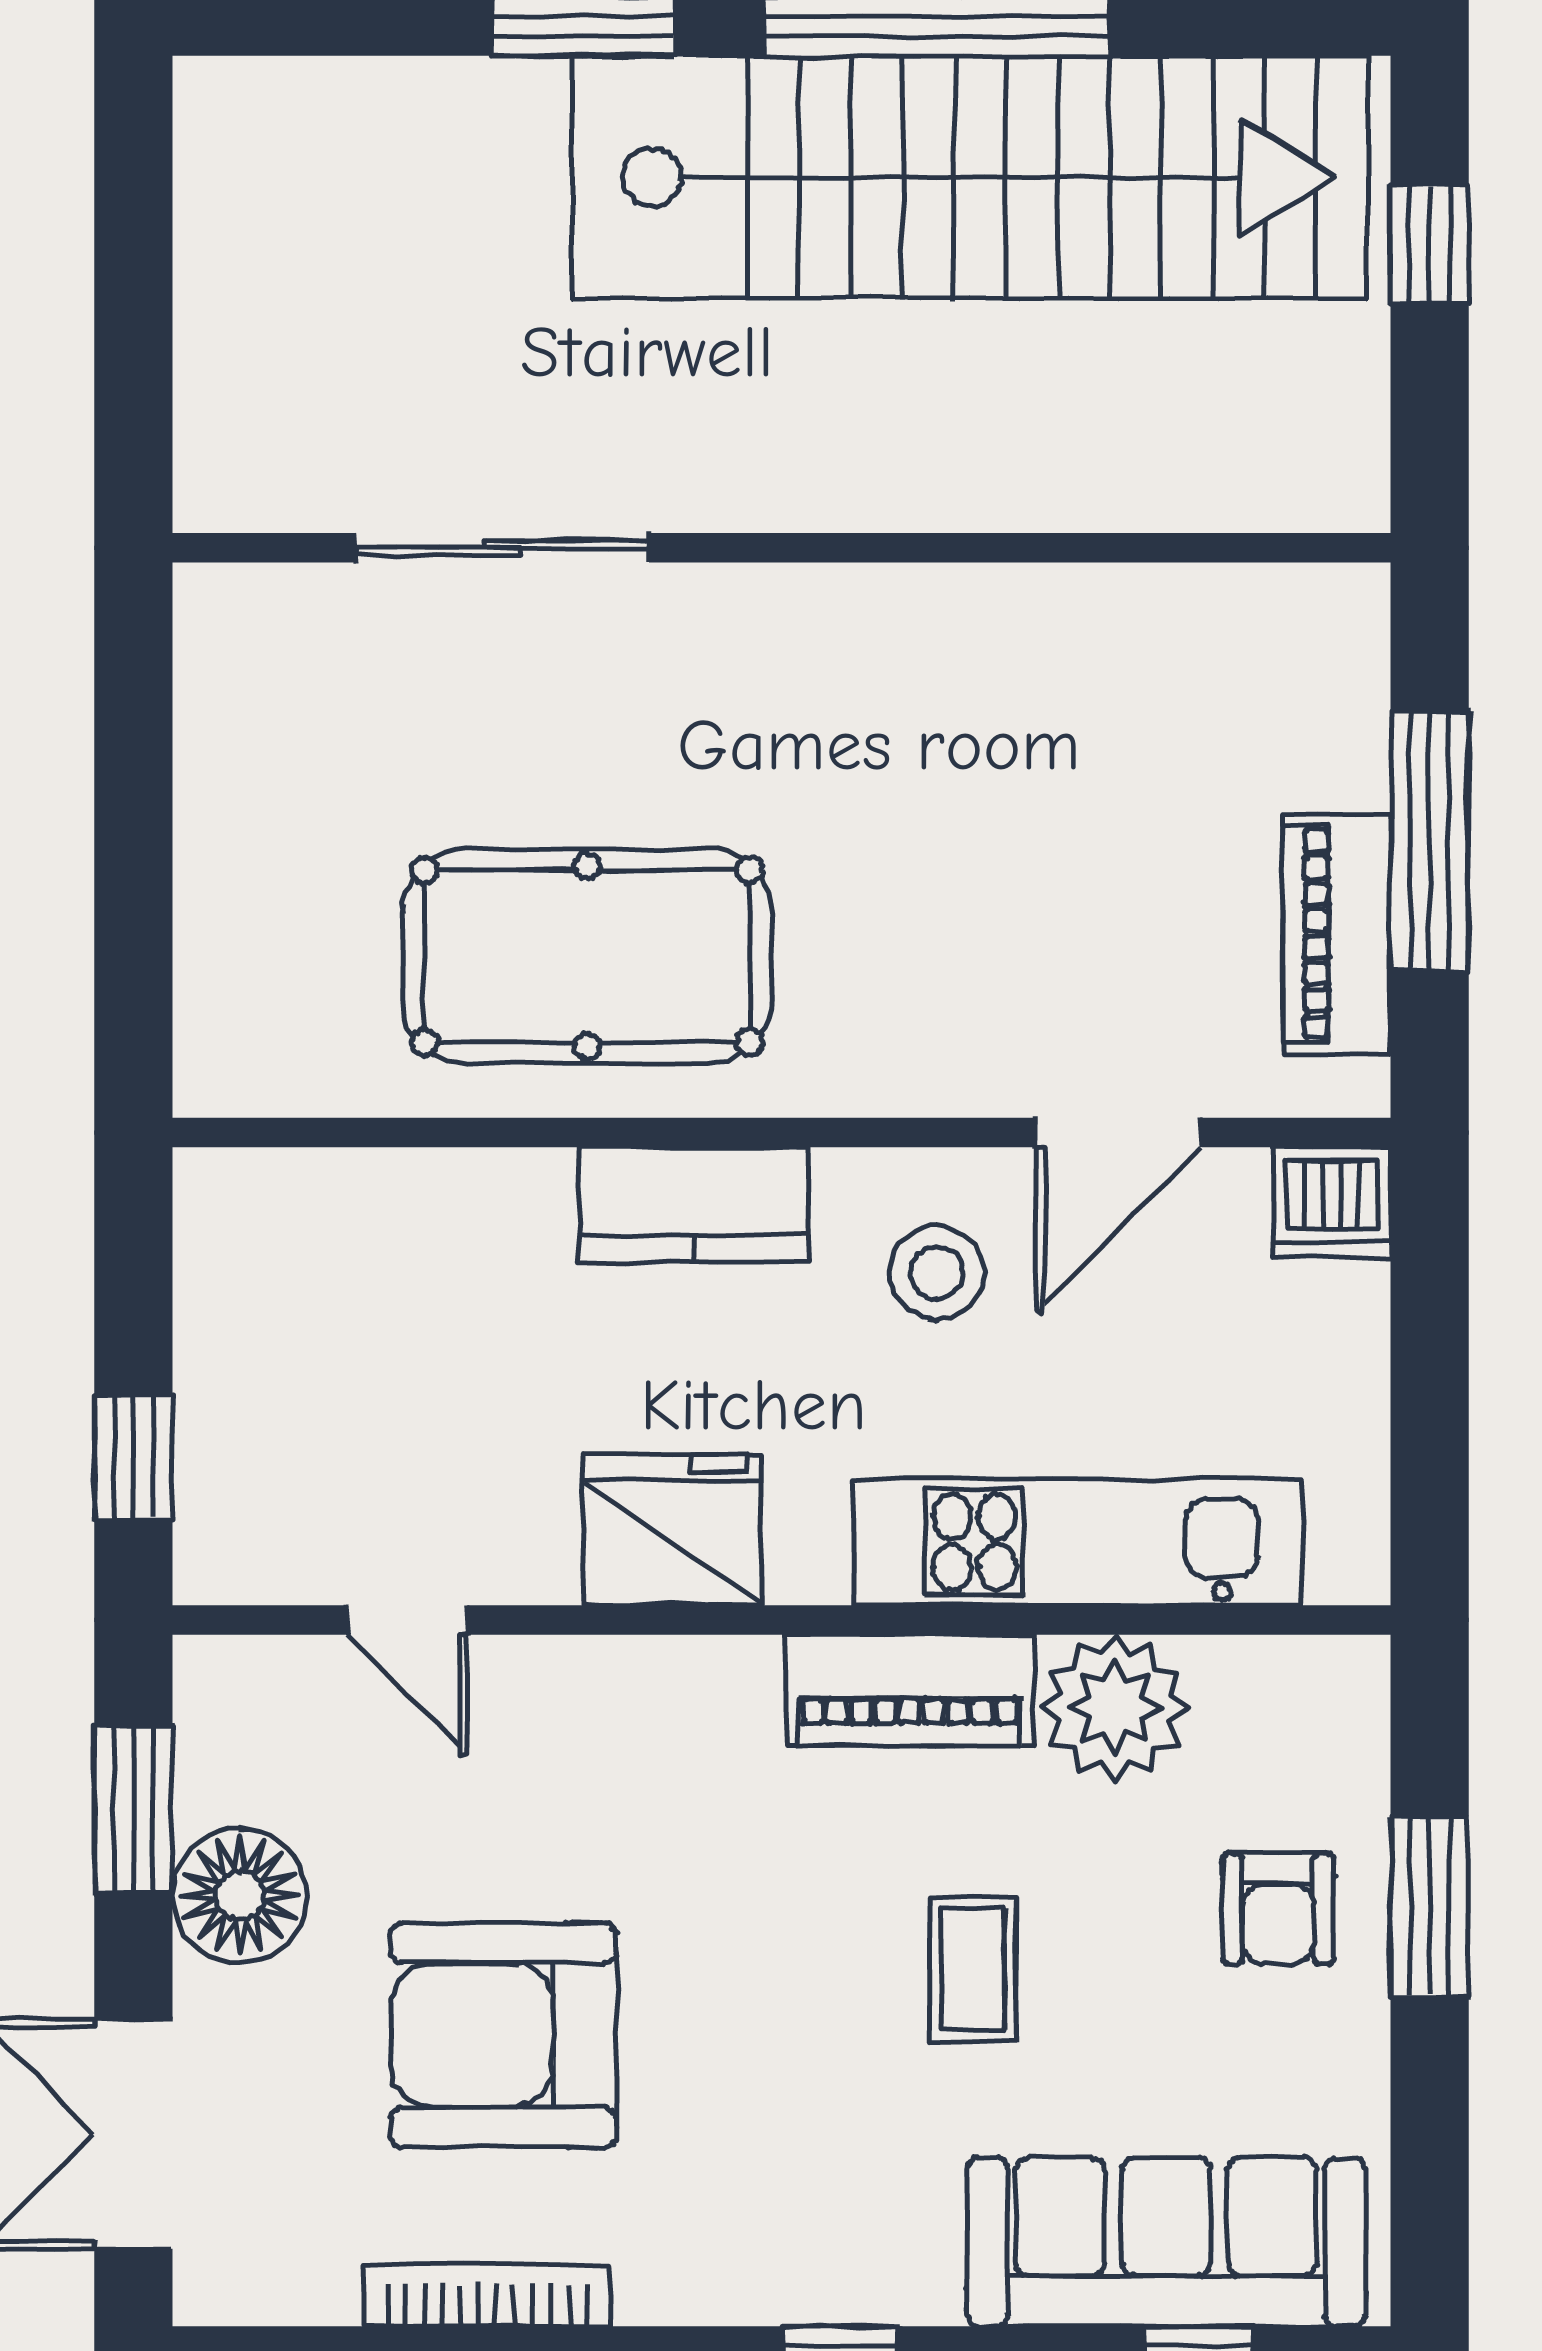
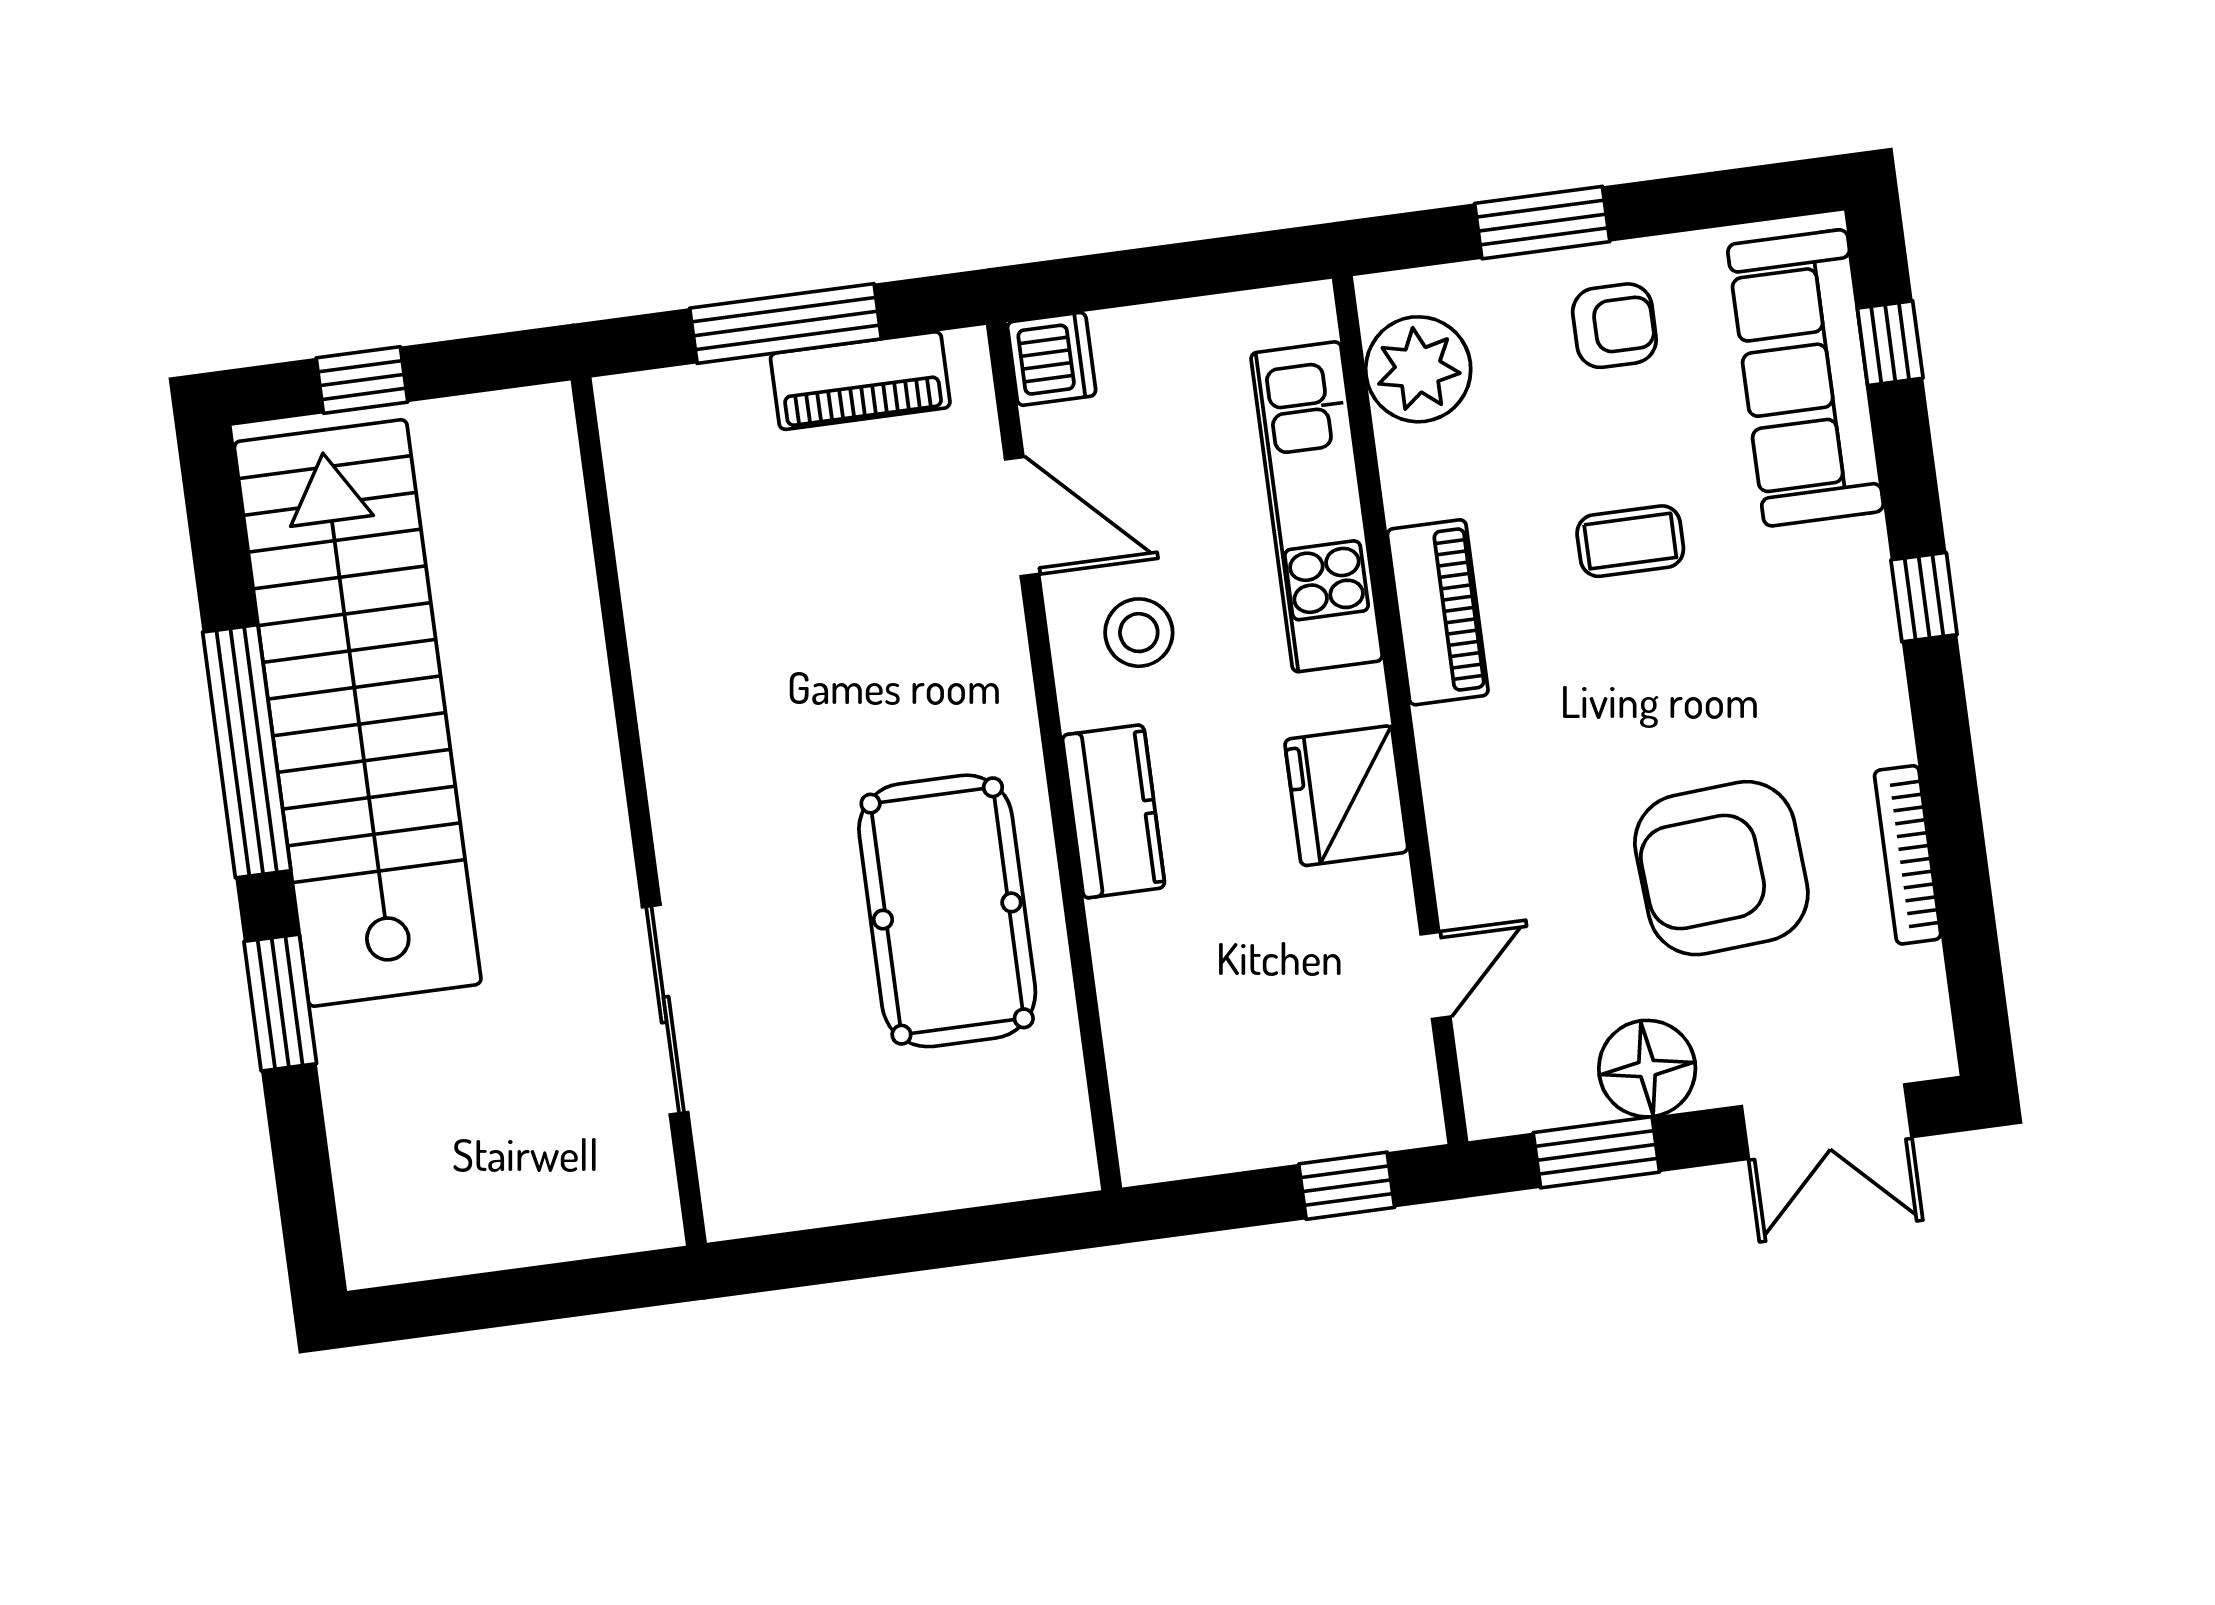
plant: (1115, 1708) -> (1418, 369), moved
armchair: (1278, 1908) -> (1614, 326), moved
armchair: (503, 2035) -> (1721, 868), turned 86

